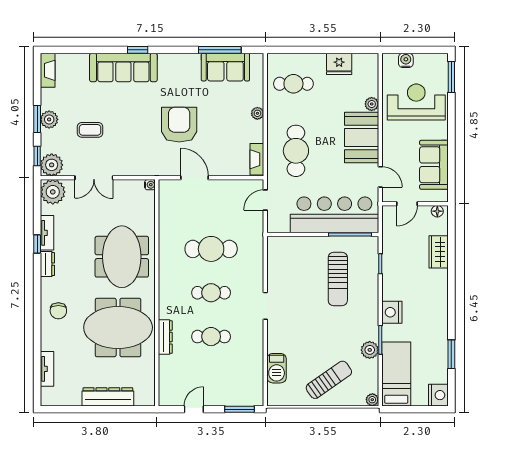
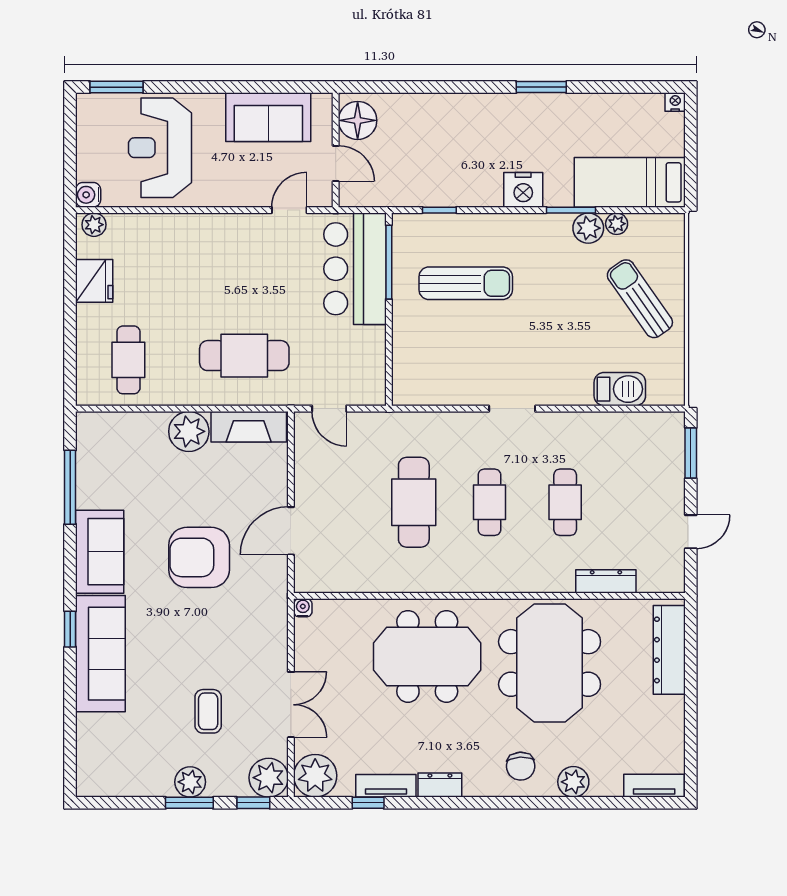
water cooler: (406, 60) -> (88, 195), moved
sofa: (225, 67) -> (100, 552), moved
fireplace: (48, 70) -> (105, 785), removed
plant: (372, 104) -> (94, 225), moved
plant: (257, 113) -> (189, 431), width x1.87, depth x1.87
booth: (362, 137) -> (221, 242), removed
fireplace: (257, 159) -> (249, 427), width x1.37, depth x1.32
floor lamp: (437, 211) -> (358, 120), width x1.89, depth x1.89
bar counter: (334, 215) -> (355, 269), width x0.73
window: (37, 244) -> (368, 803), moved
wardrobe: (439, 252) -> (419, 109), removed
chair: (58, 311) -> (521, 766), turned 87
dresser: (165, 337) -> (606, 581), moved
plant: (49, 341) -> (573, 782), added
window: (451, 354) -> (541, 87), moved
tv unit: (47, 369) -> (654, 786), moved
nightstand: (438, 395) -> (675, 102), width x0.53, depth x0.56
dresser: (108, 397) -> (669, 650), moved
plant: (372, 400) -> (617, 224), moved
door: (194, 409) -> (691, 532), swing flipped

